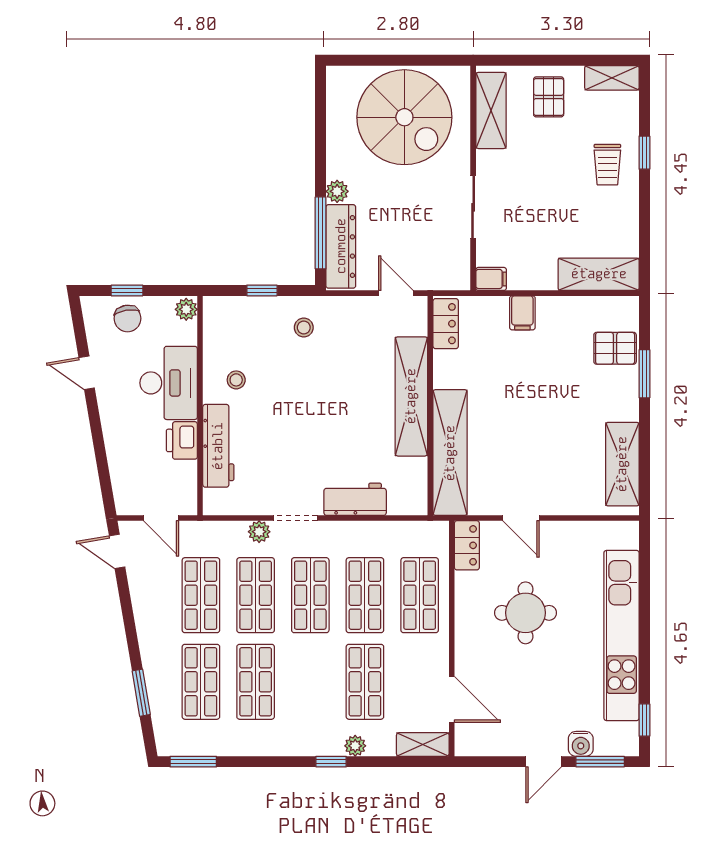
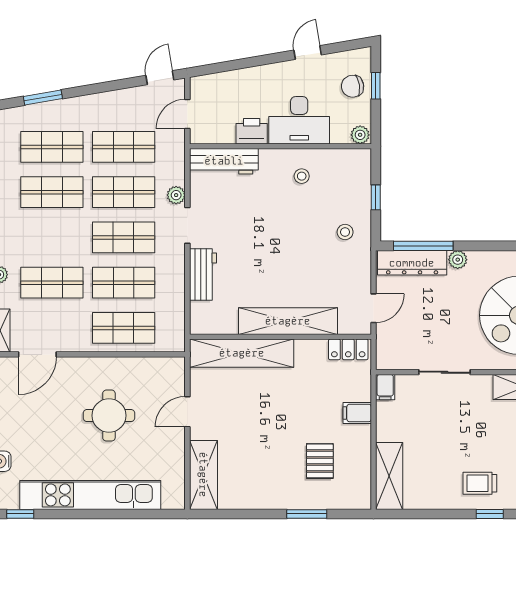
pallet: (615, 348) -> (320, 461), moved
workbench: (218, 446) -> (224, 161), moved
shelving: (622, 464) -> (203, 475), moved, turned 90
locker: (467, 545) -> (165, 367), removed

